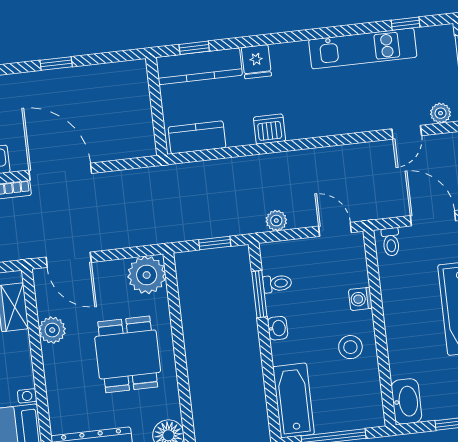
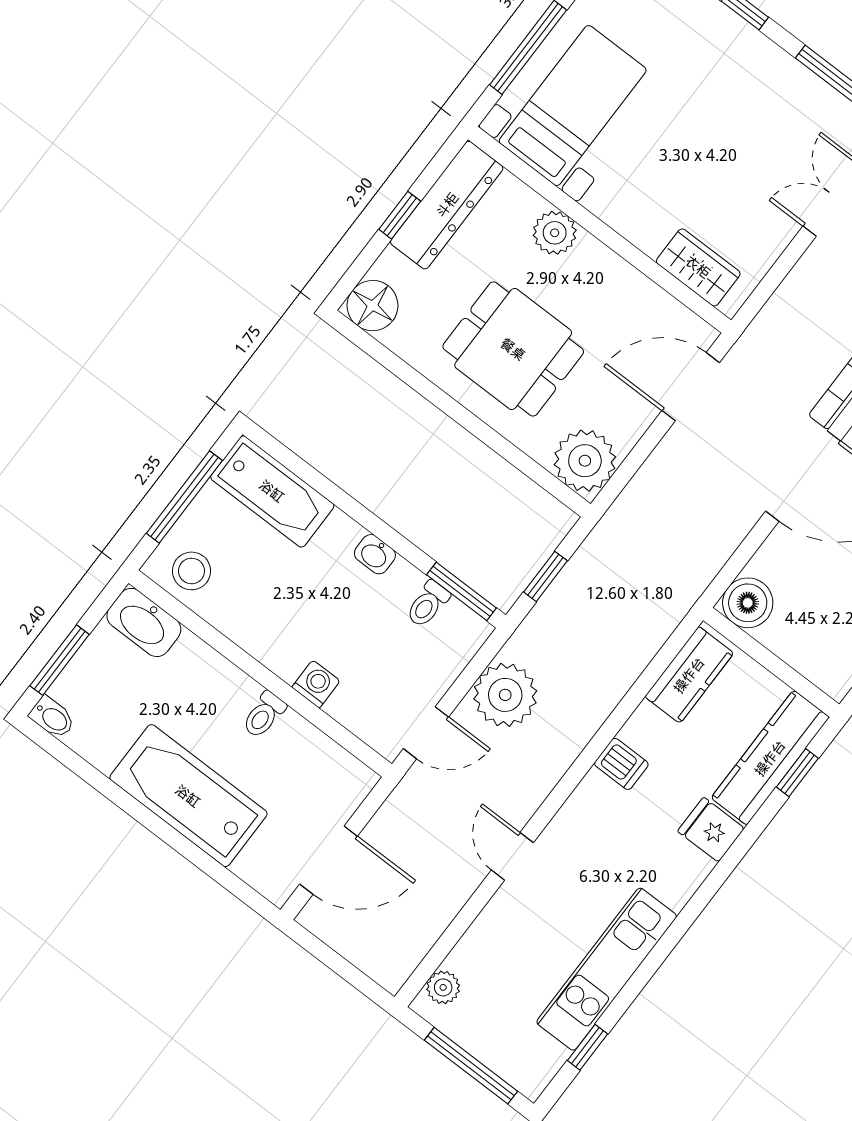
dishwasher: (269, 129) -> (621, 764), width x0.73
door: (407, 132) -> (512, 856), moved
boiler: (140, 142) -> (748, 603), added
plant: (276, 221) -> (505, 695), width x1.87, depth x1.87
toilet: (391, 242) -> (264, 715), moved, turned -90
window: (259, 294) -> (462, 591), moved
plant: (52, 330) -> (555, 233), moved
stool: (350, 347) -> (192, 571), moved

